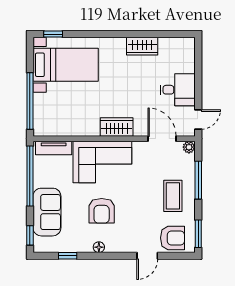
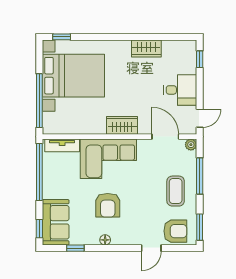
window: (198, 58) -> (200, 59), added
bed with nightstands: (66, 65) -> (73, 76), width x1.36
sofa: (47, 212) -> (56, 222), moved

